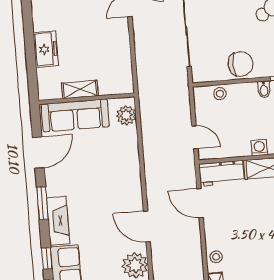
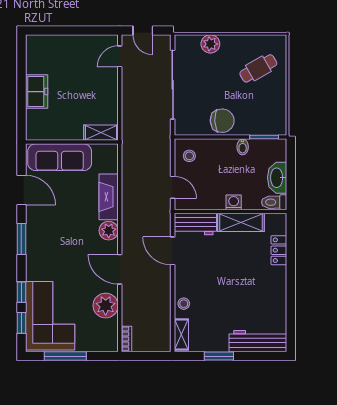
shelving: (80, 89) -> (101, 133), moved
stool: (220, 94) -> (189, 156), moved
plant: (126, 115) -> (109, 231), moved
door: (38, 153) -> (21, 190), hinge flipped
fireplace: (58, 221) -> (109, 197), moved, turned 180

